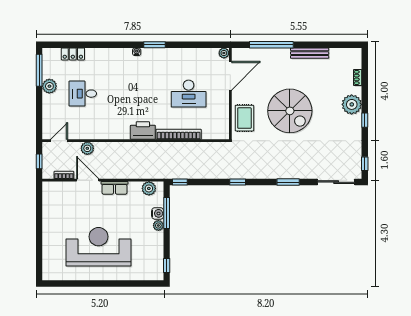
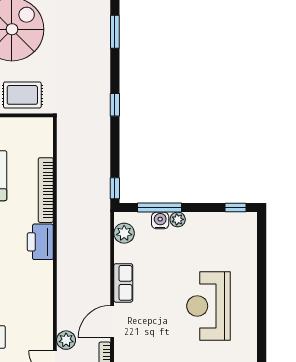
plant: (87, 148) -> (66, 340), moved
reception desk: (98, 247) -> (208, 306), width x0.74, depth x0.77

